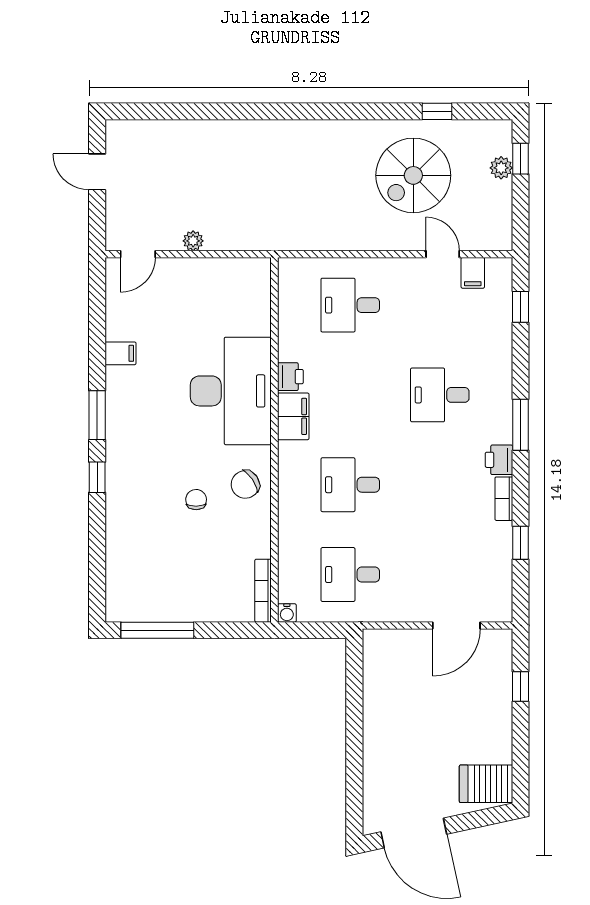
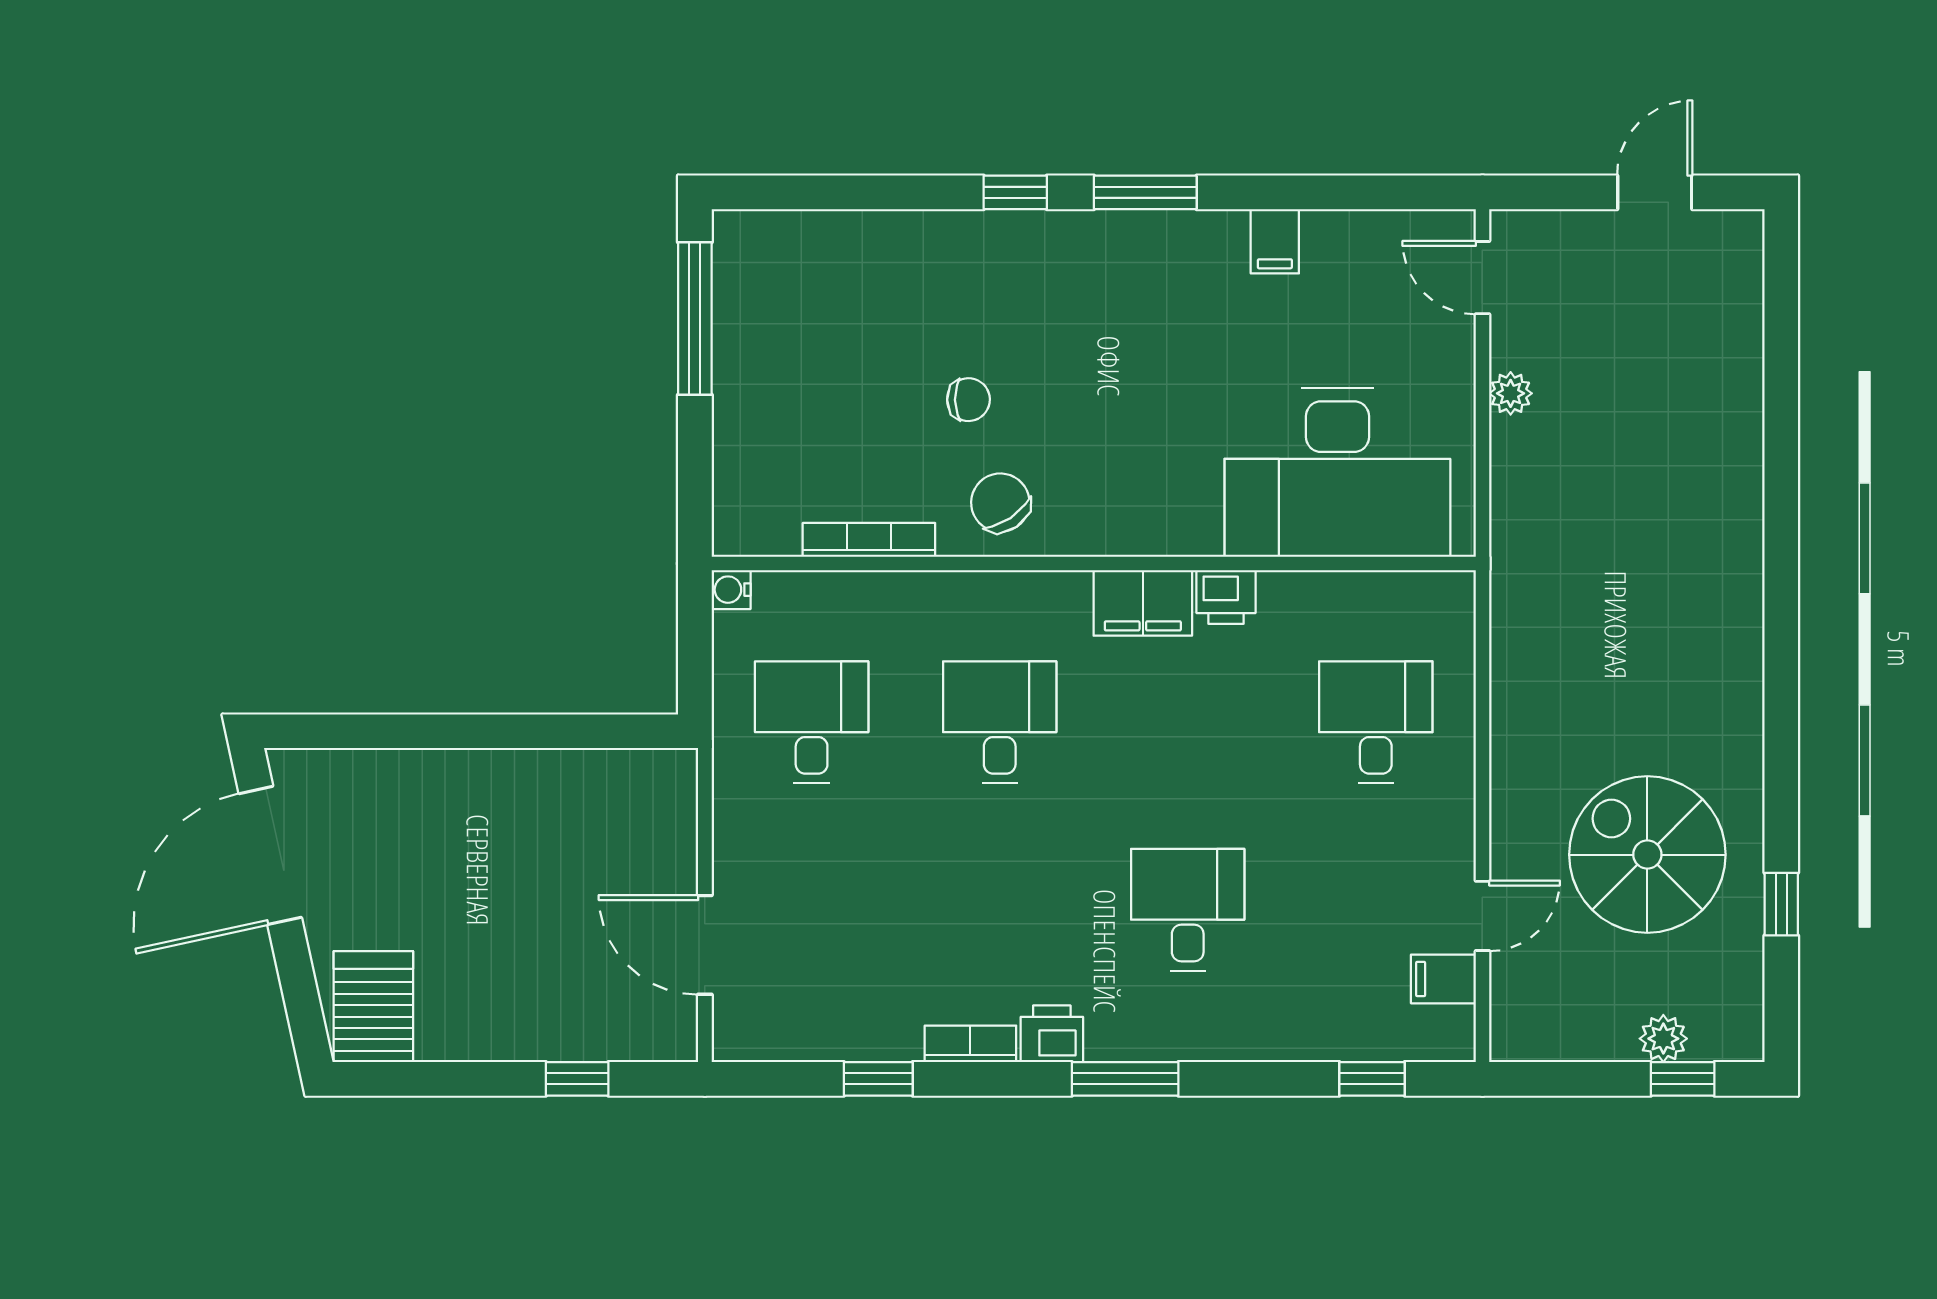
desk: (231, 391) -> (1337, 472), moved
bookcase: (263, 591) -> (869, 540), moved

